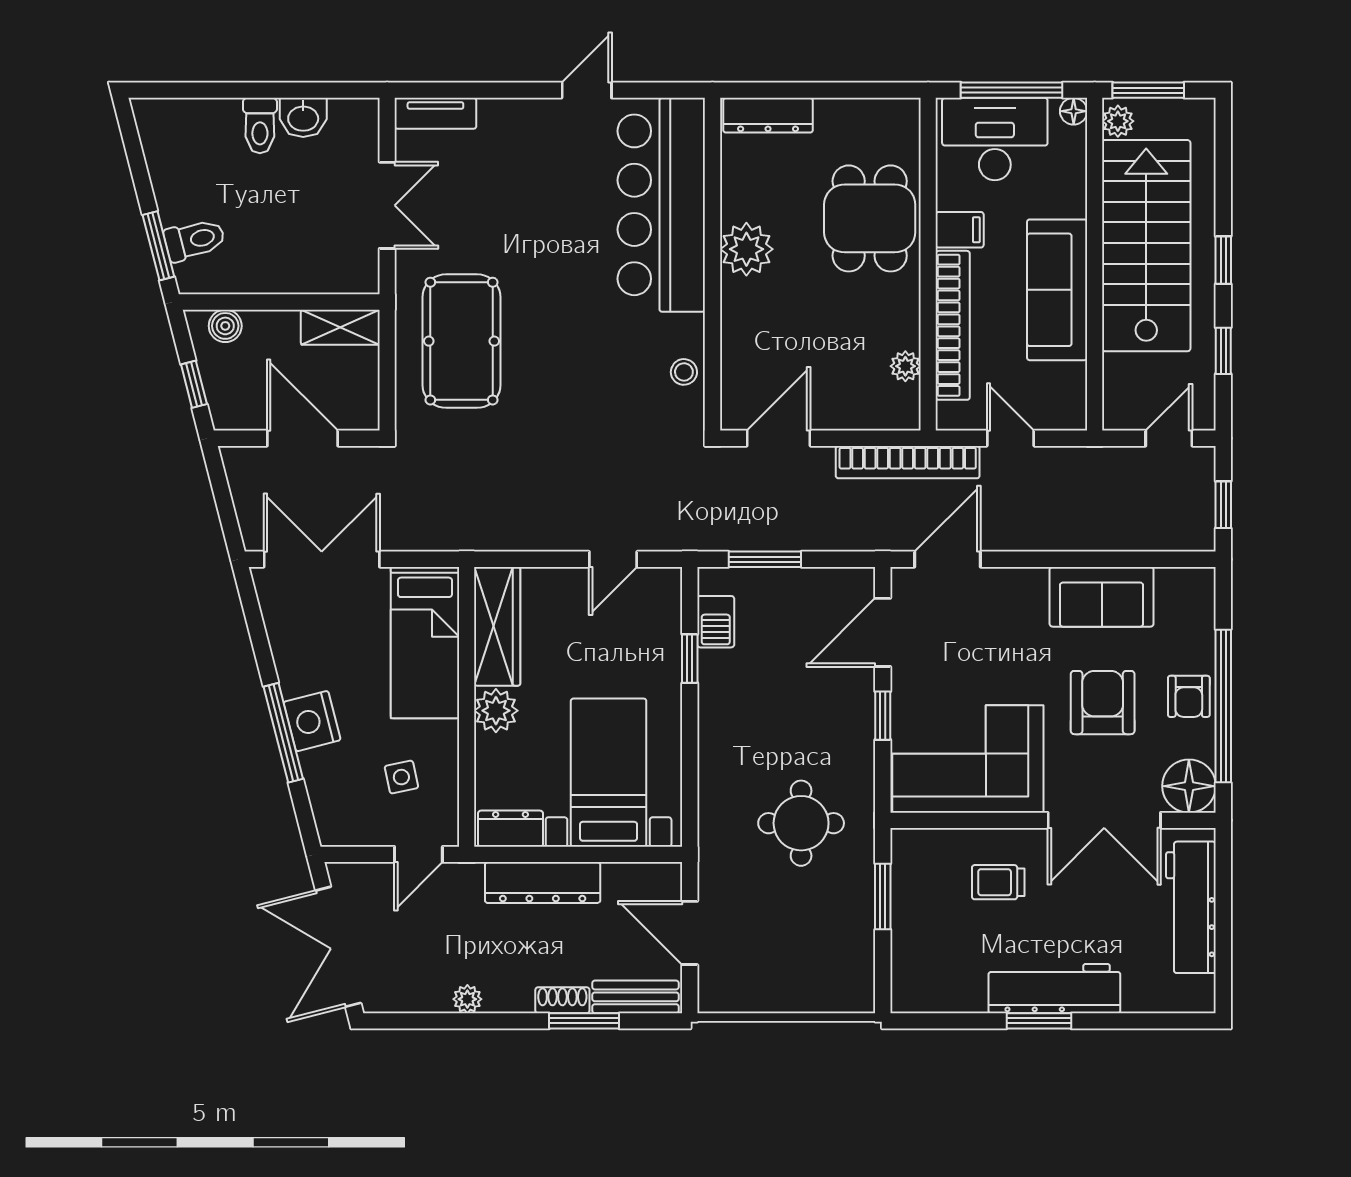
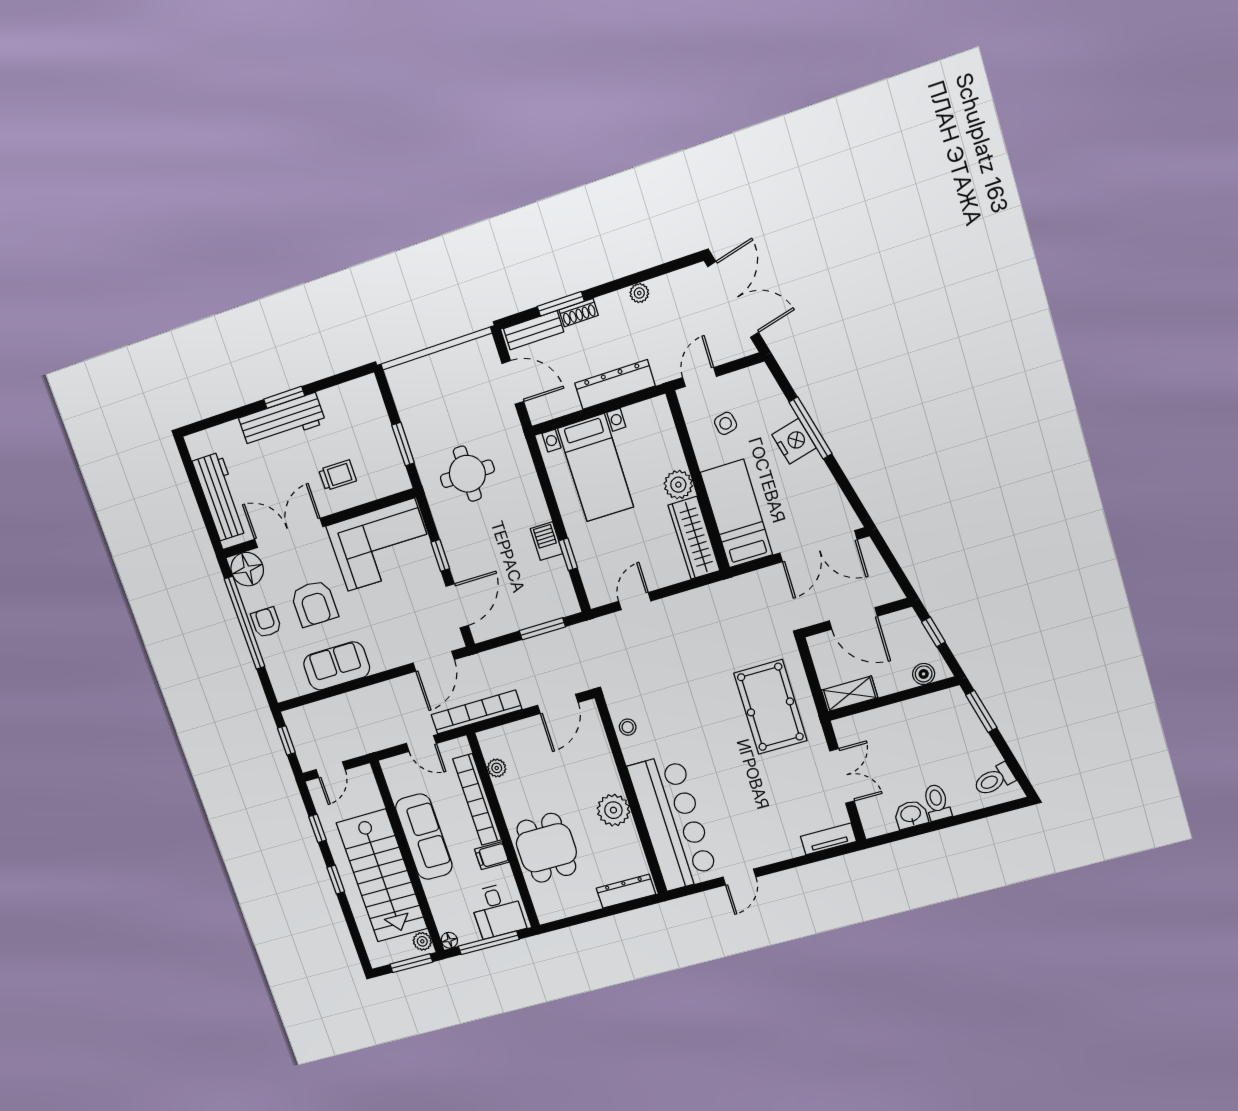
desk: (995, 139) -> (497, 911), width x0.73
double door: (387, 205) -> (842, 776), swing flipped
toilet: (195, 240) -> (994, 780), moved
barbecue: (716, 622) -> (547, 541), moved
dresser: (510, 829) -> (646, 412), removed

